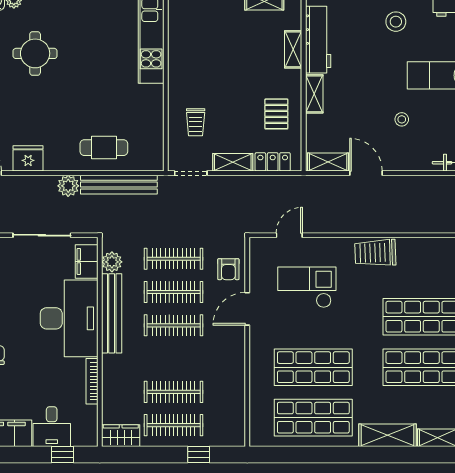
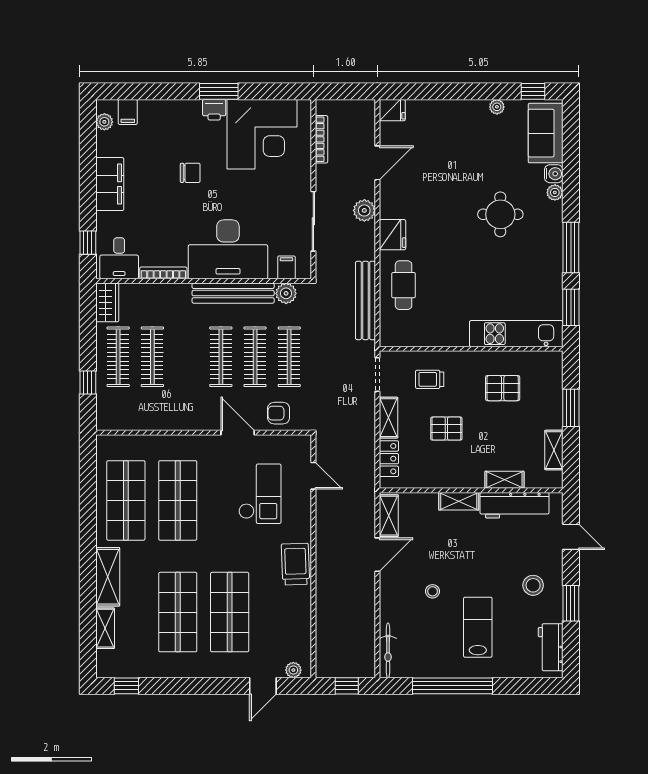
pallet: (204, 51) -> (503, 388), added
pallet: (276, 114) -> (446, 429), moved
fridge: (28, 158) -> (392, 235), moved
plant: (68, 186) -> (364, 210), moved
filing cabinet: (87, 261) -> (286, 267), width x0.50
desk: (52, 427) -> (119, 258), moved, turned -90

